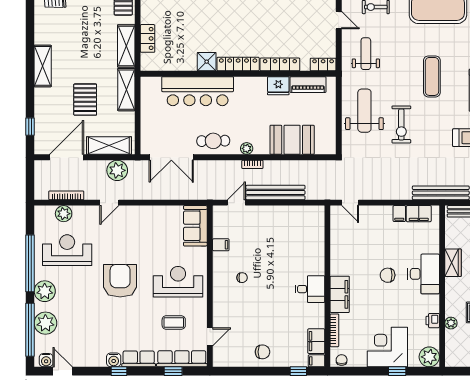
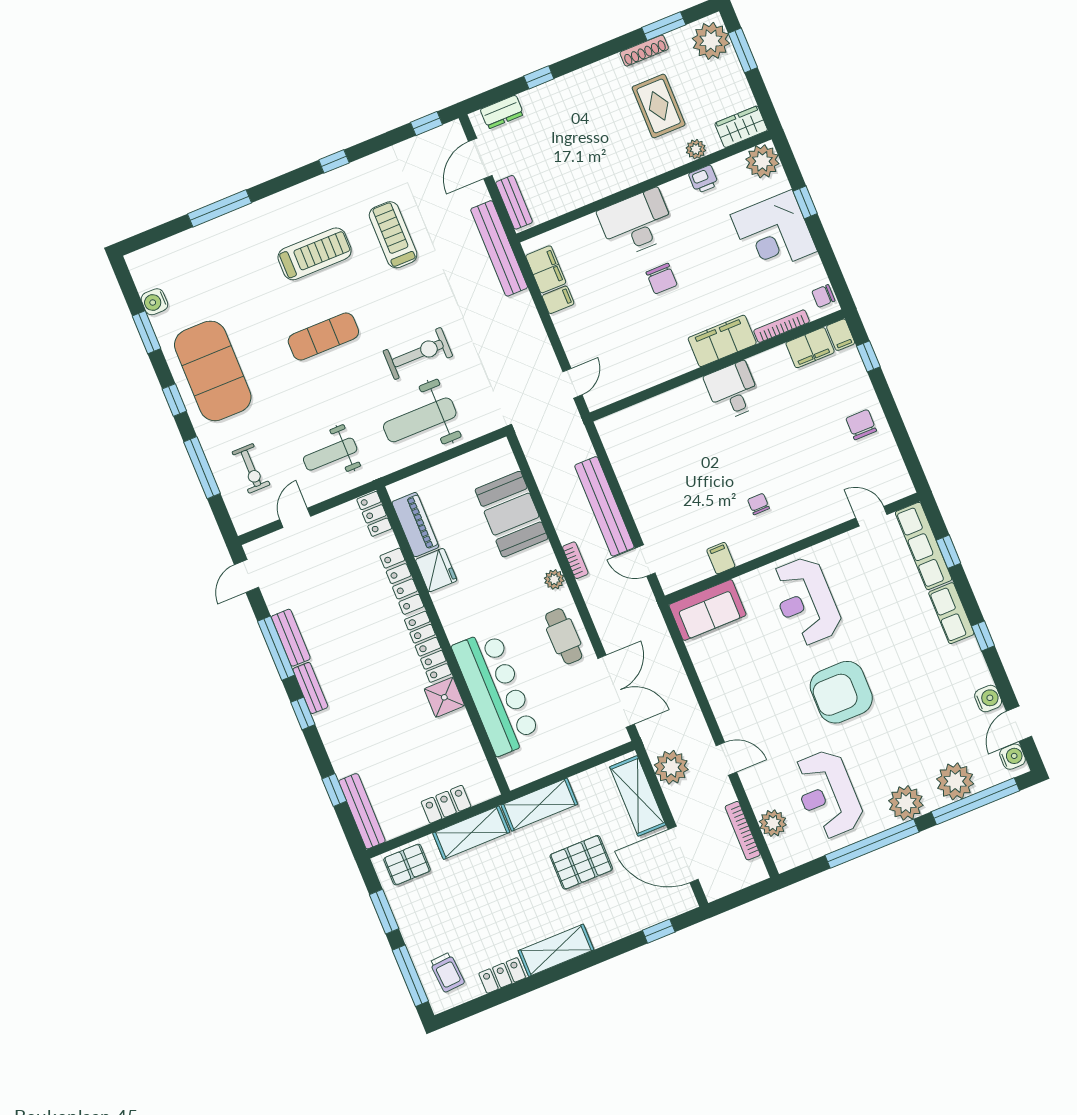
locker: (41, 31) -> (502, 975), added
wardrobe: (453, 263) -> (741, 127), moved
coffee table: (174, 323) -> (872, 582), removed
water cooler: (114, 360) -> (988, 699), moved

